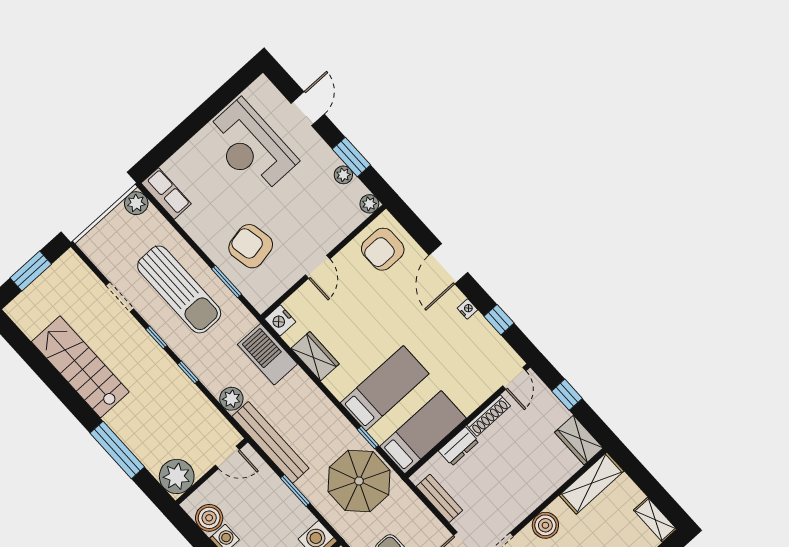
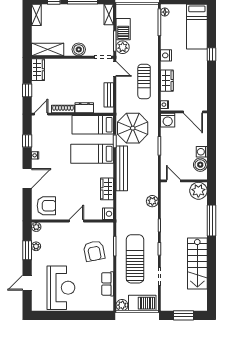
row of seats: (166, 193) -> (108, 284), moved
barbecue: (267, 354) -> (142, 303), moved, turned -90
bench: (270, 442) -> (122, 168), moved

